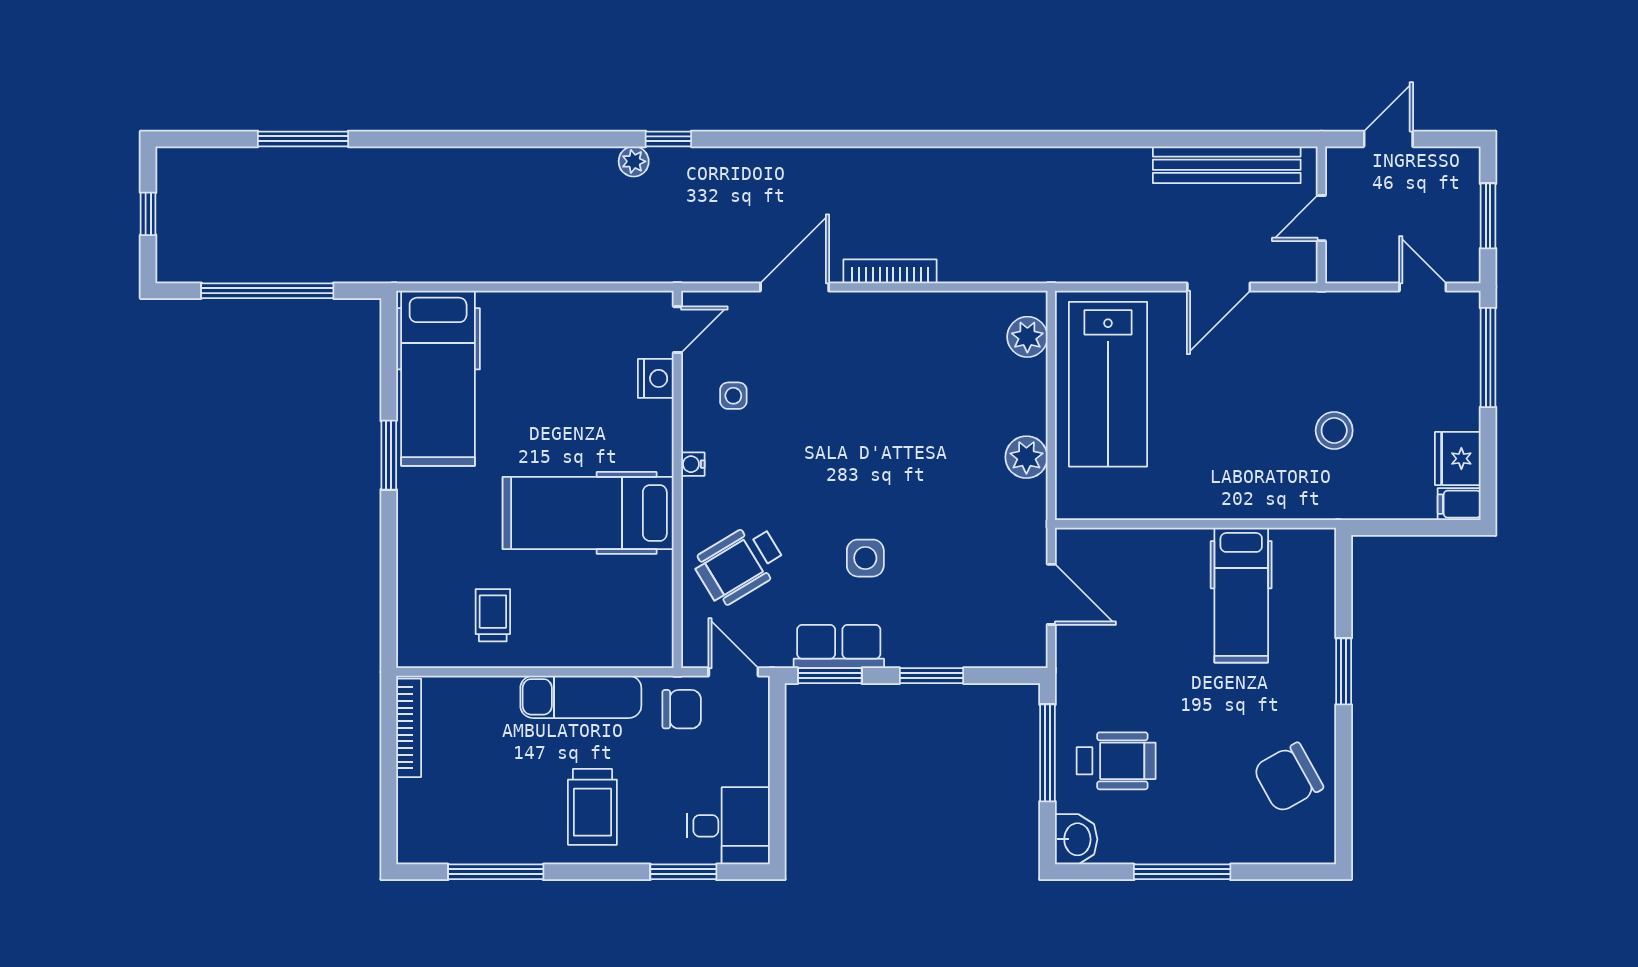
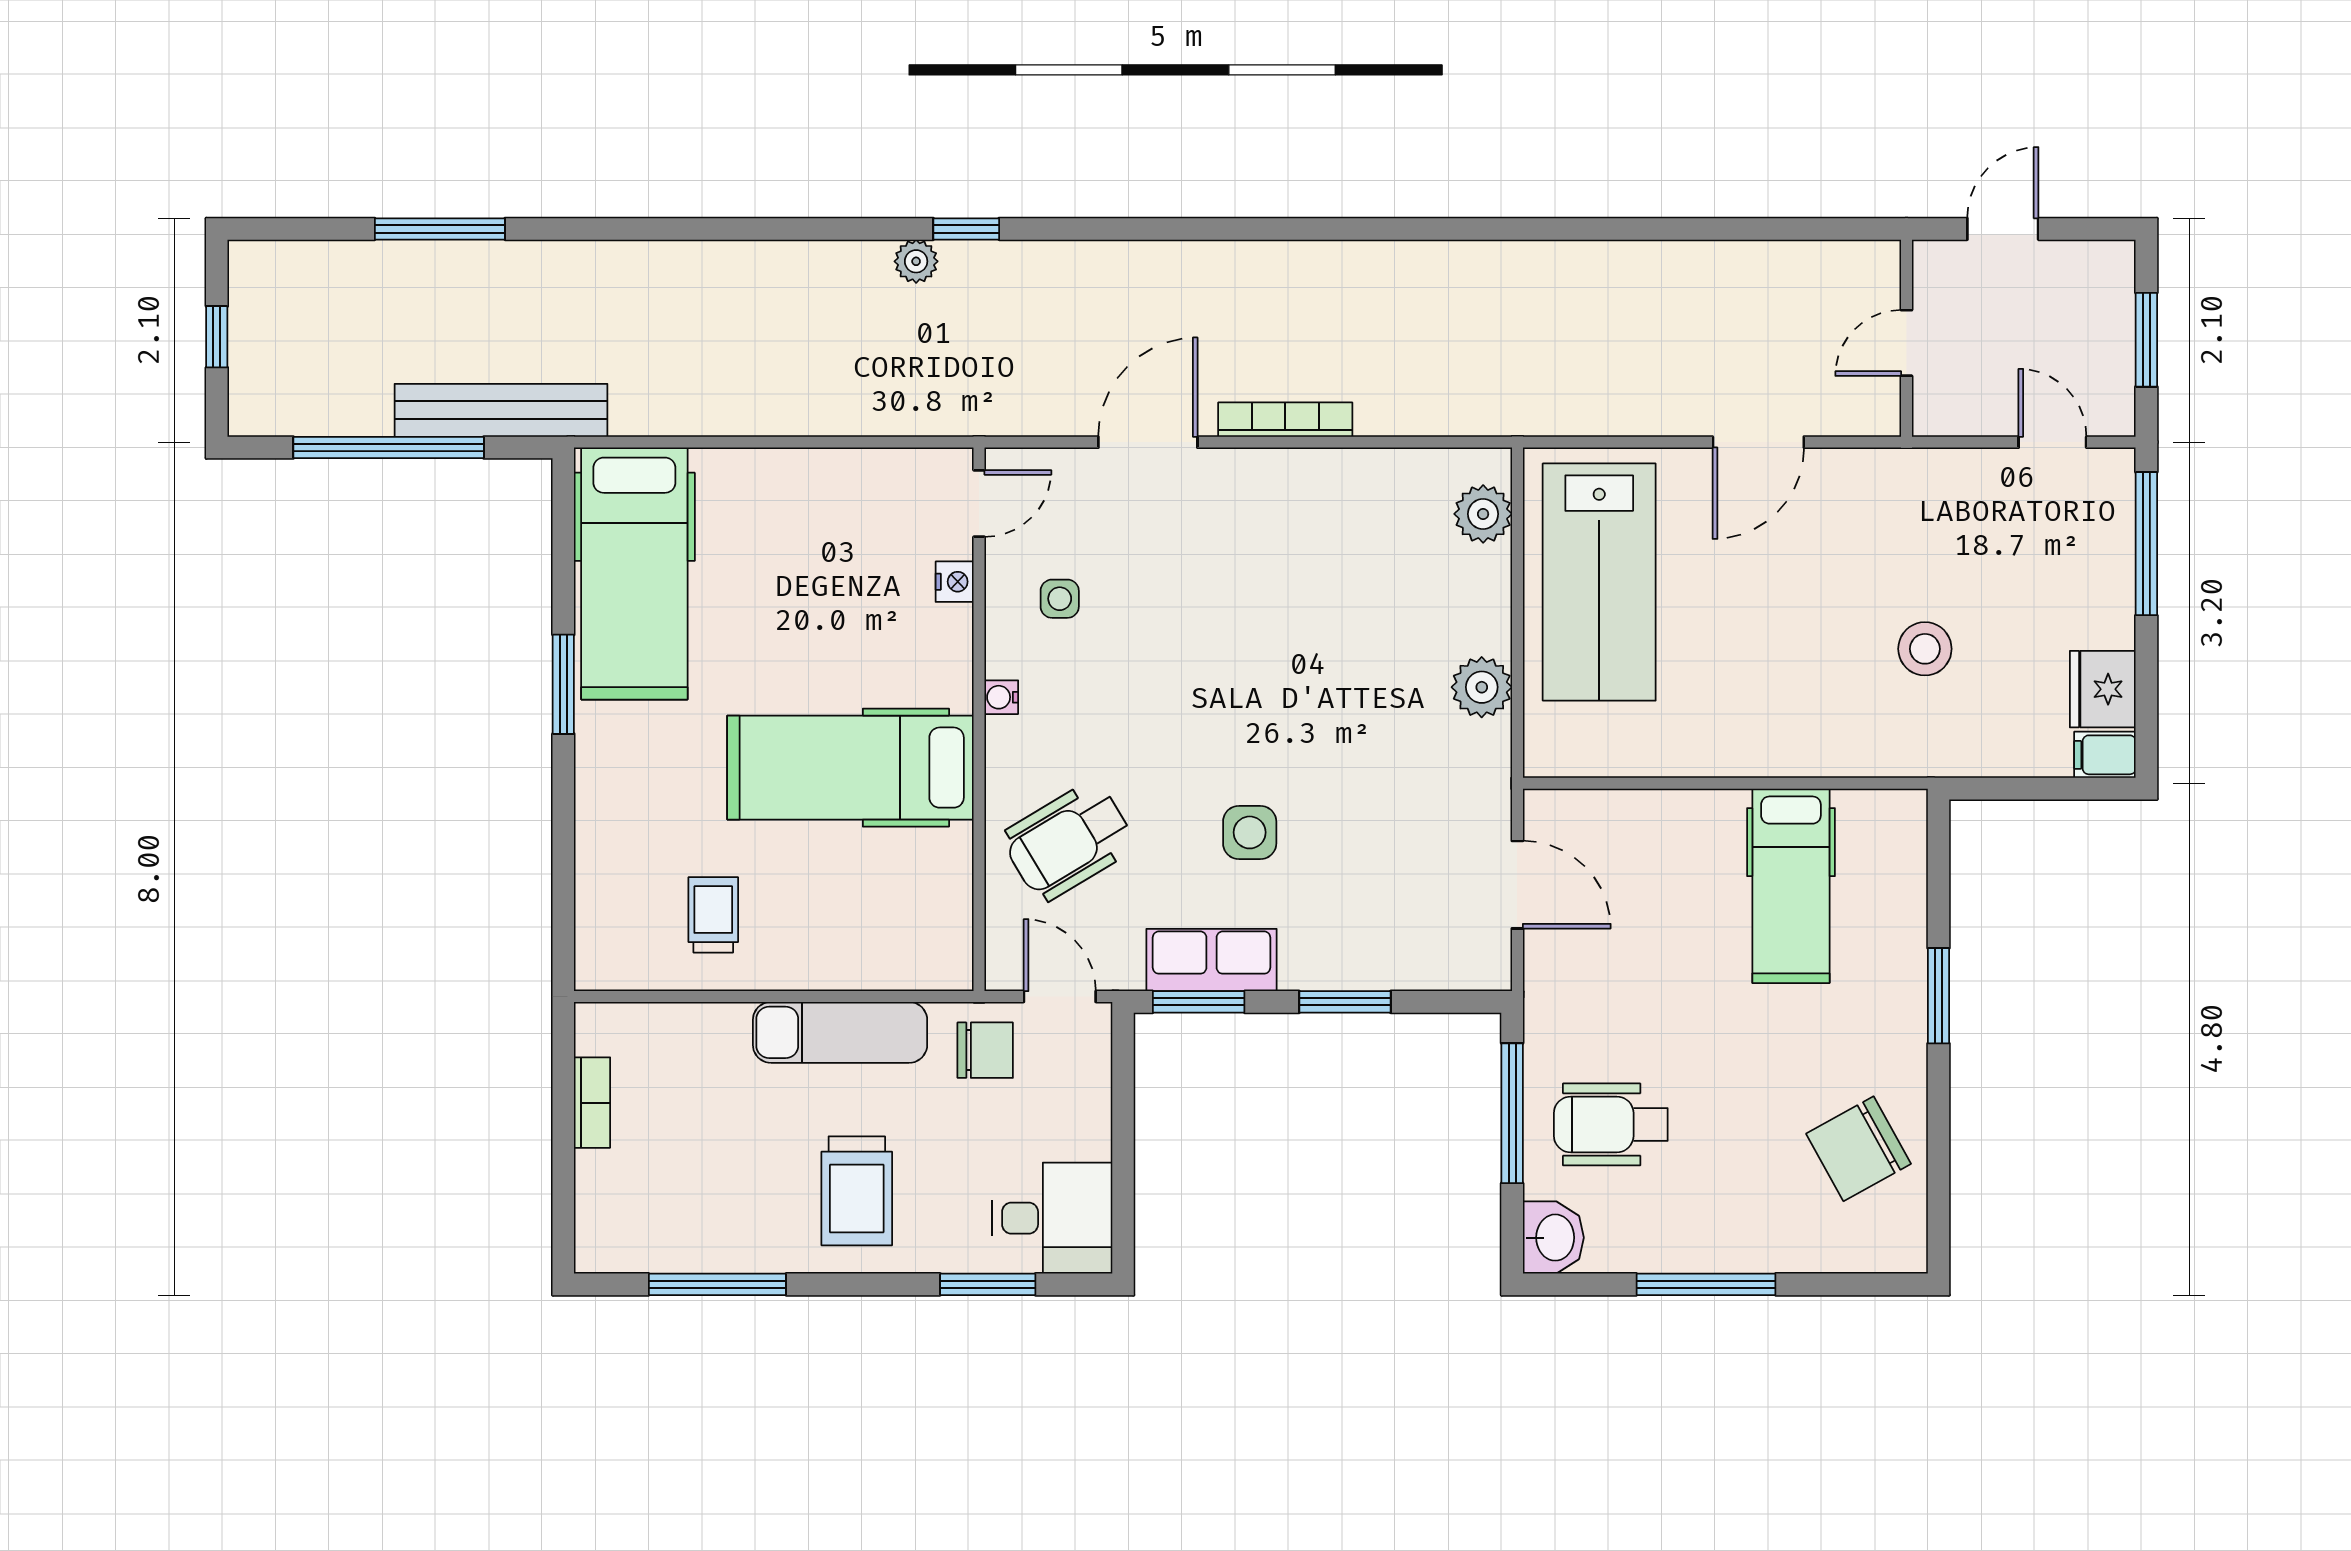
bench: (1227, 165) -> (501, 410), moved
nightstand: (656, 378) -> (955, 582), width x0.72, depth x0.74
bookcase: (409, 728) -> (592, 1103), width x0.64
wheelchair: (1116, 761) -> (1611, 1124), turned 180

